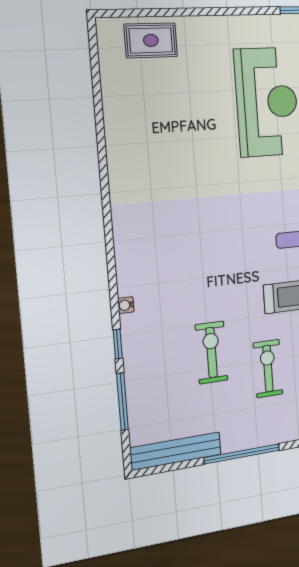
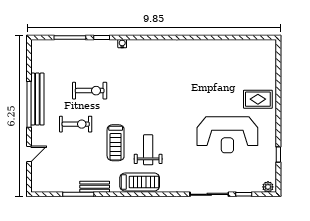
rug: (151, 40) -> (258, 99), moved, turned 90
bench: (176, 451) -> (37, 99), moved

